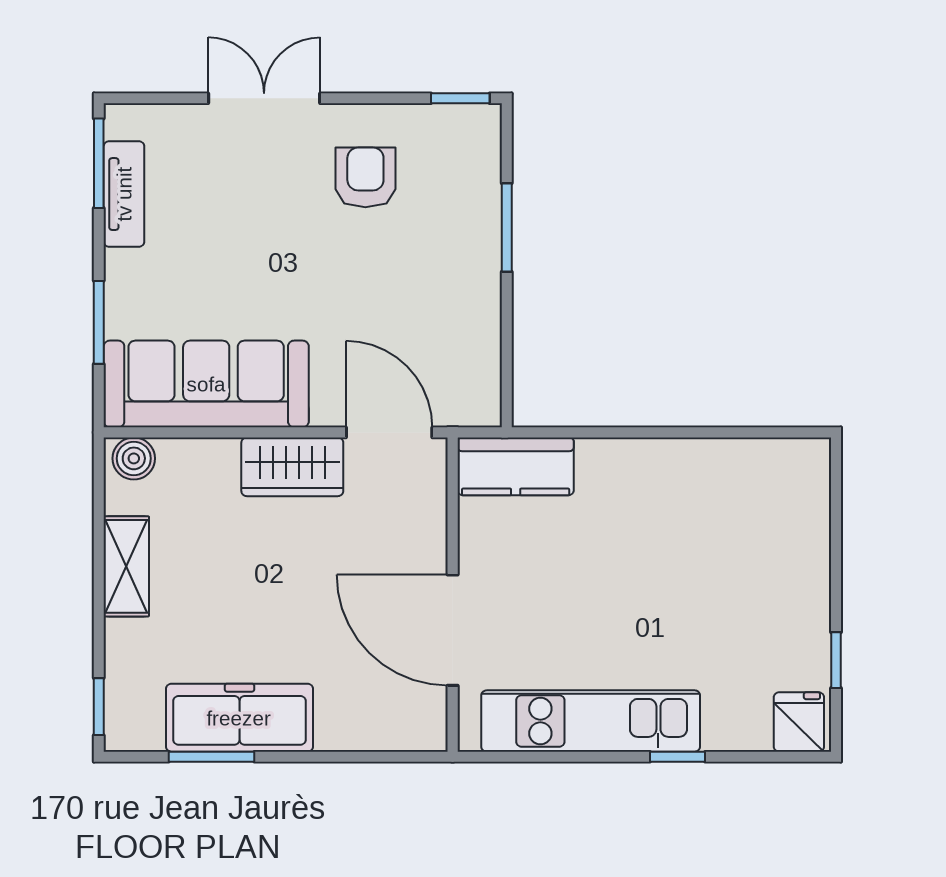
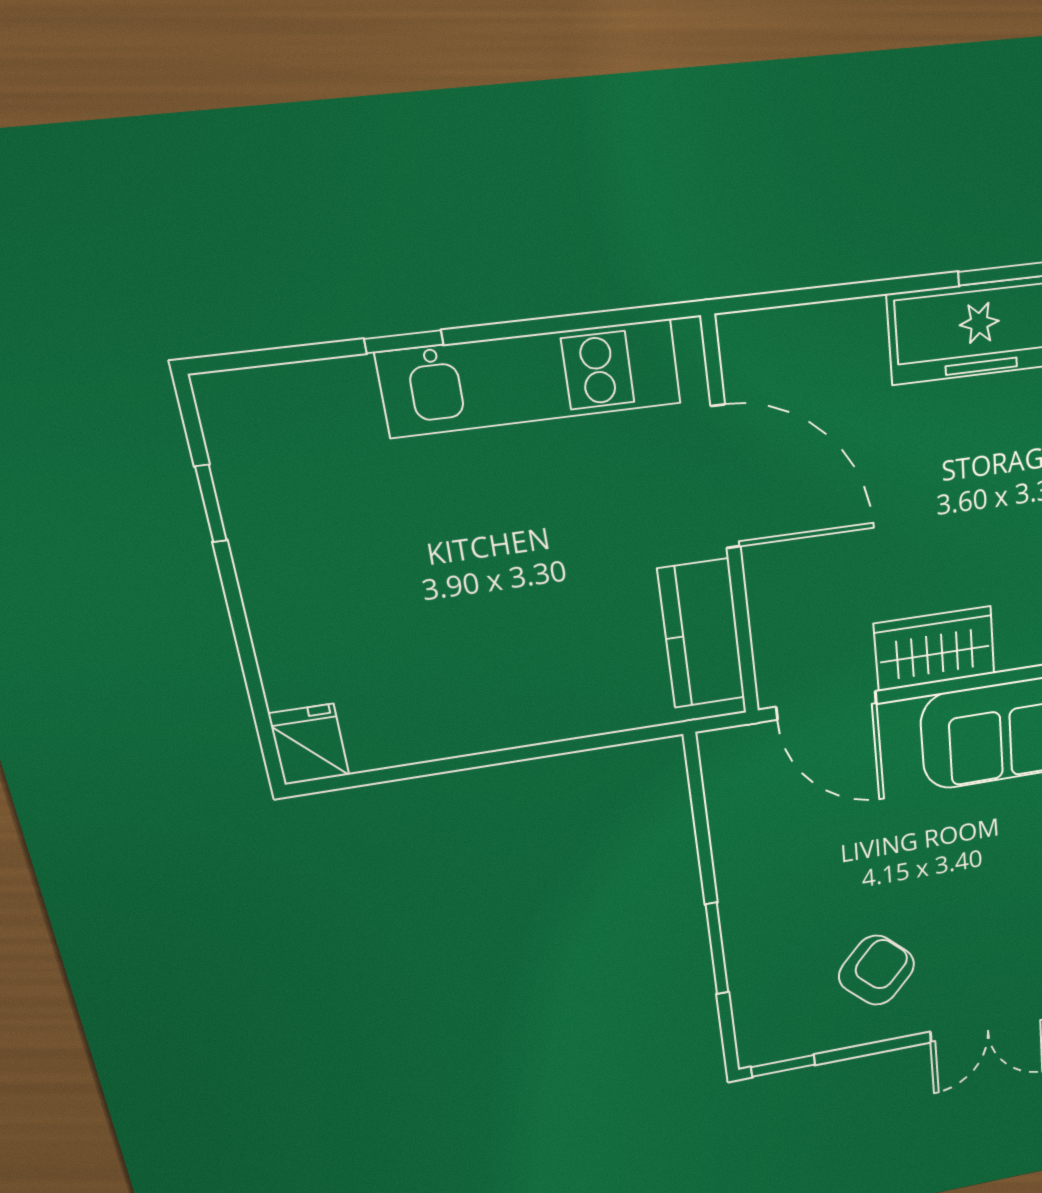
armchair: (365, 177) -> (877, 970), turned -137
kitchen counter: (516, 466) -> (701, 634), moved, turned -90
fridge: (799, 722) -> (309, 744), moved, turned 180

